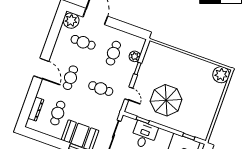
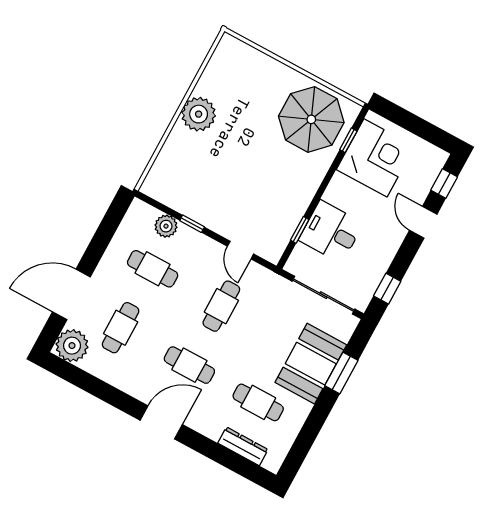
plant: (221, 75) -> (199, 114), moved
door: (129, 94) -> (241, 250), swing flipped
parasol: (166, 100) -> (311, 119), moved

